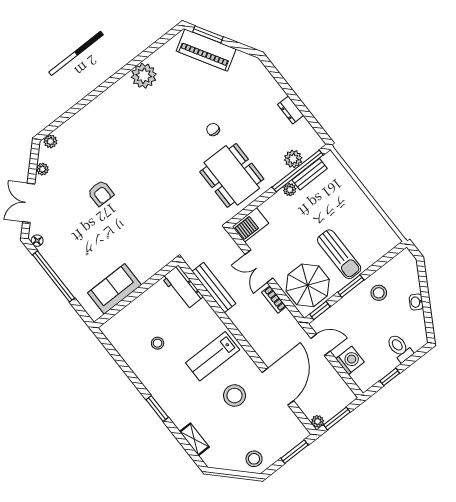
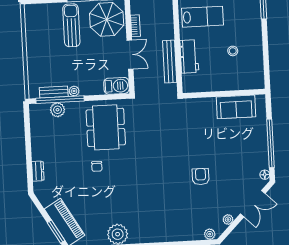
dresser: (291, 110) -> (38, 171), moved
workbench: (183, 287) -> (189, 56), moved

